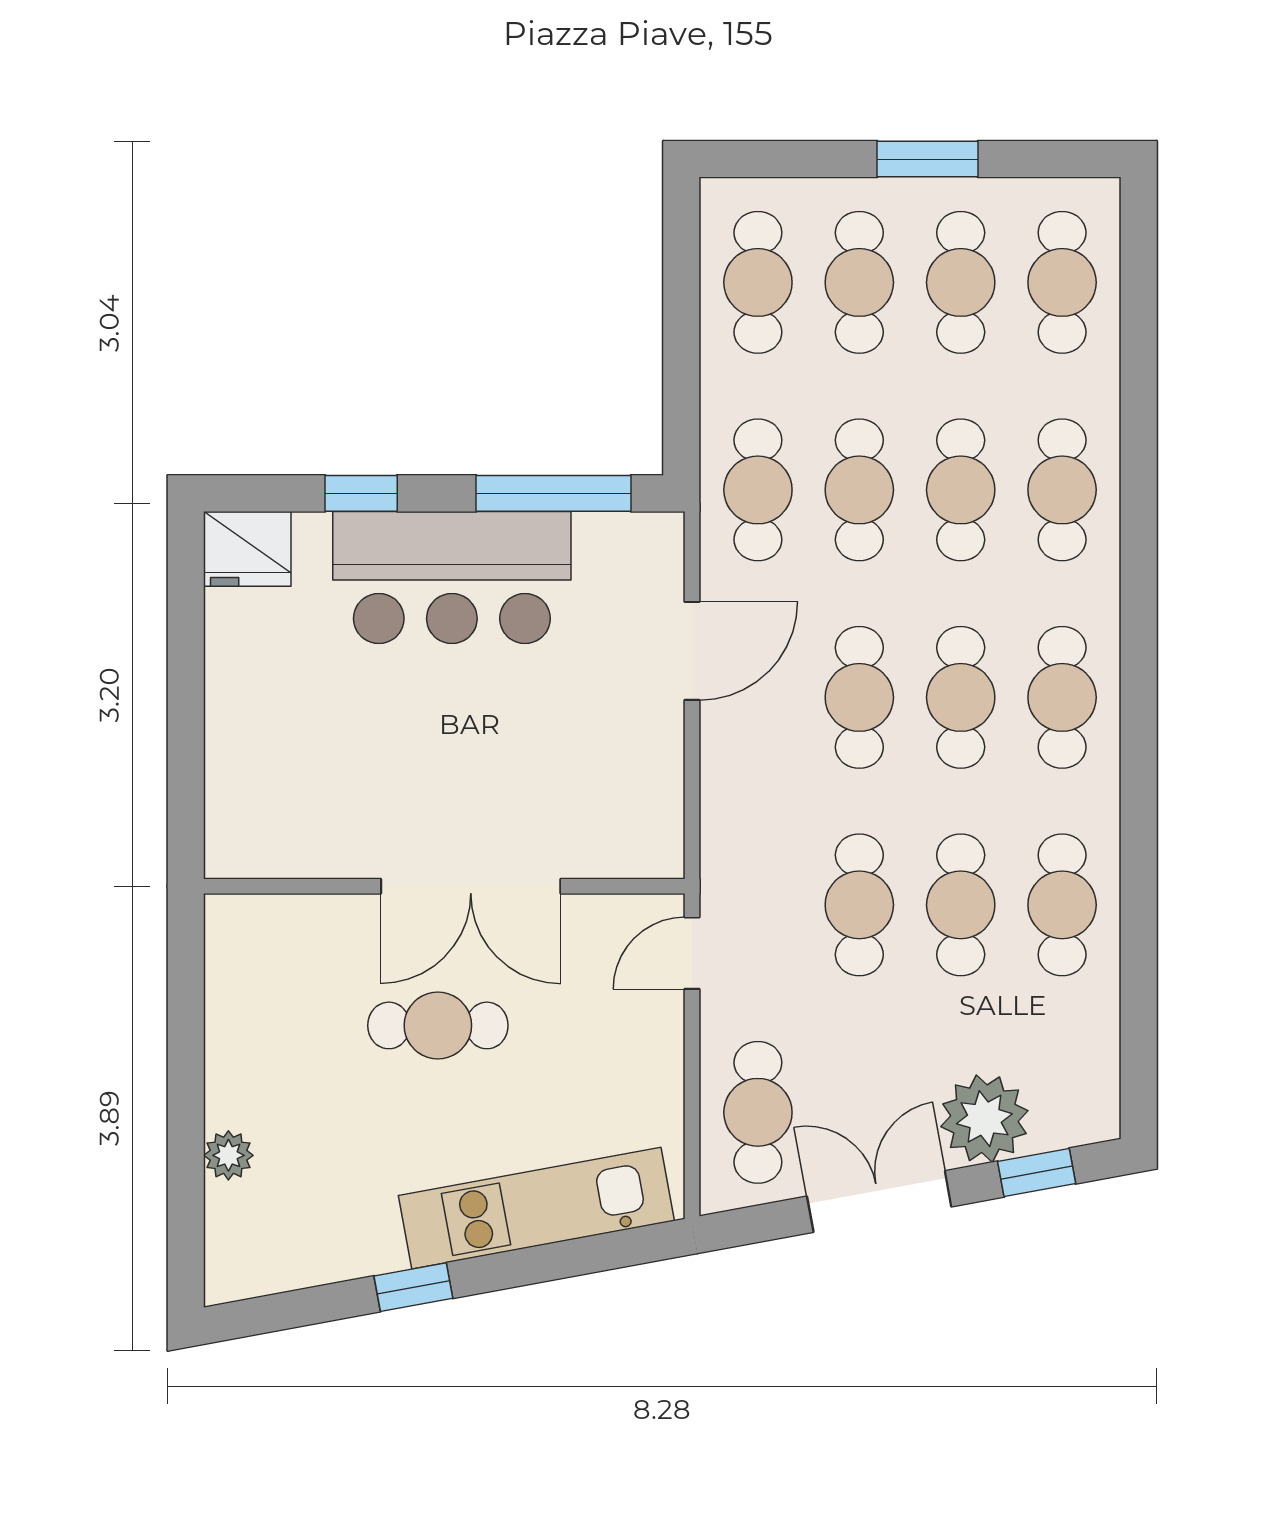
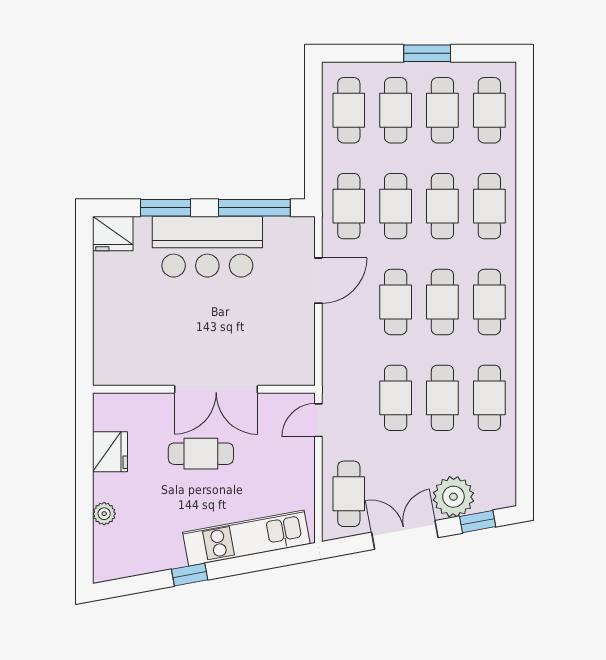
window: (361, 493) -> (165, 208), width x1.50
fridge: (241, 1022) -> (110, 452), added

